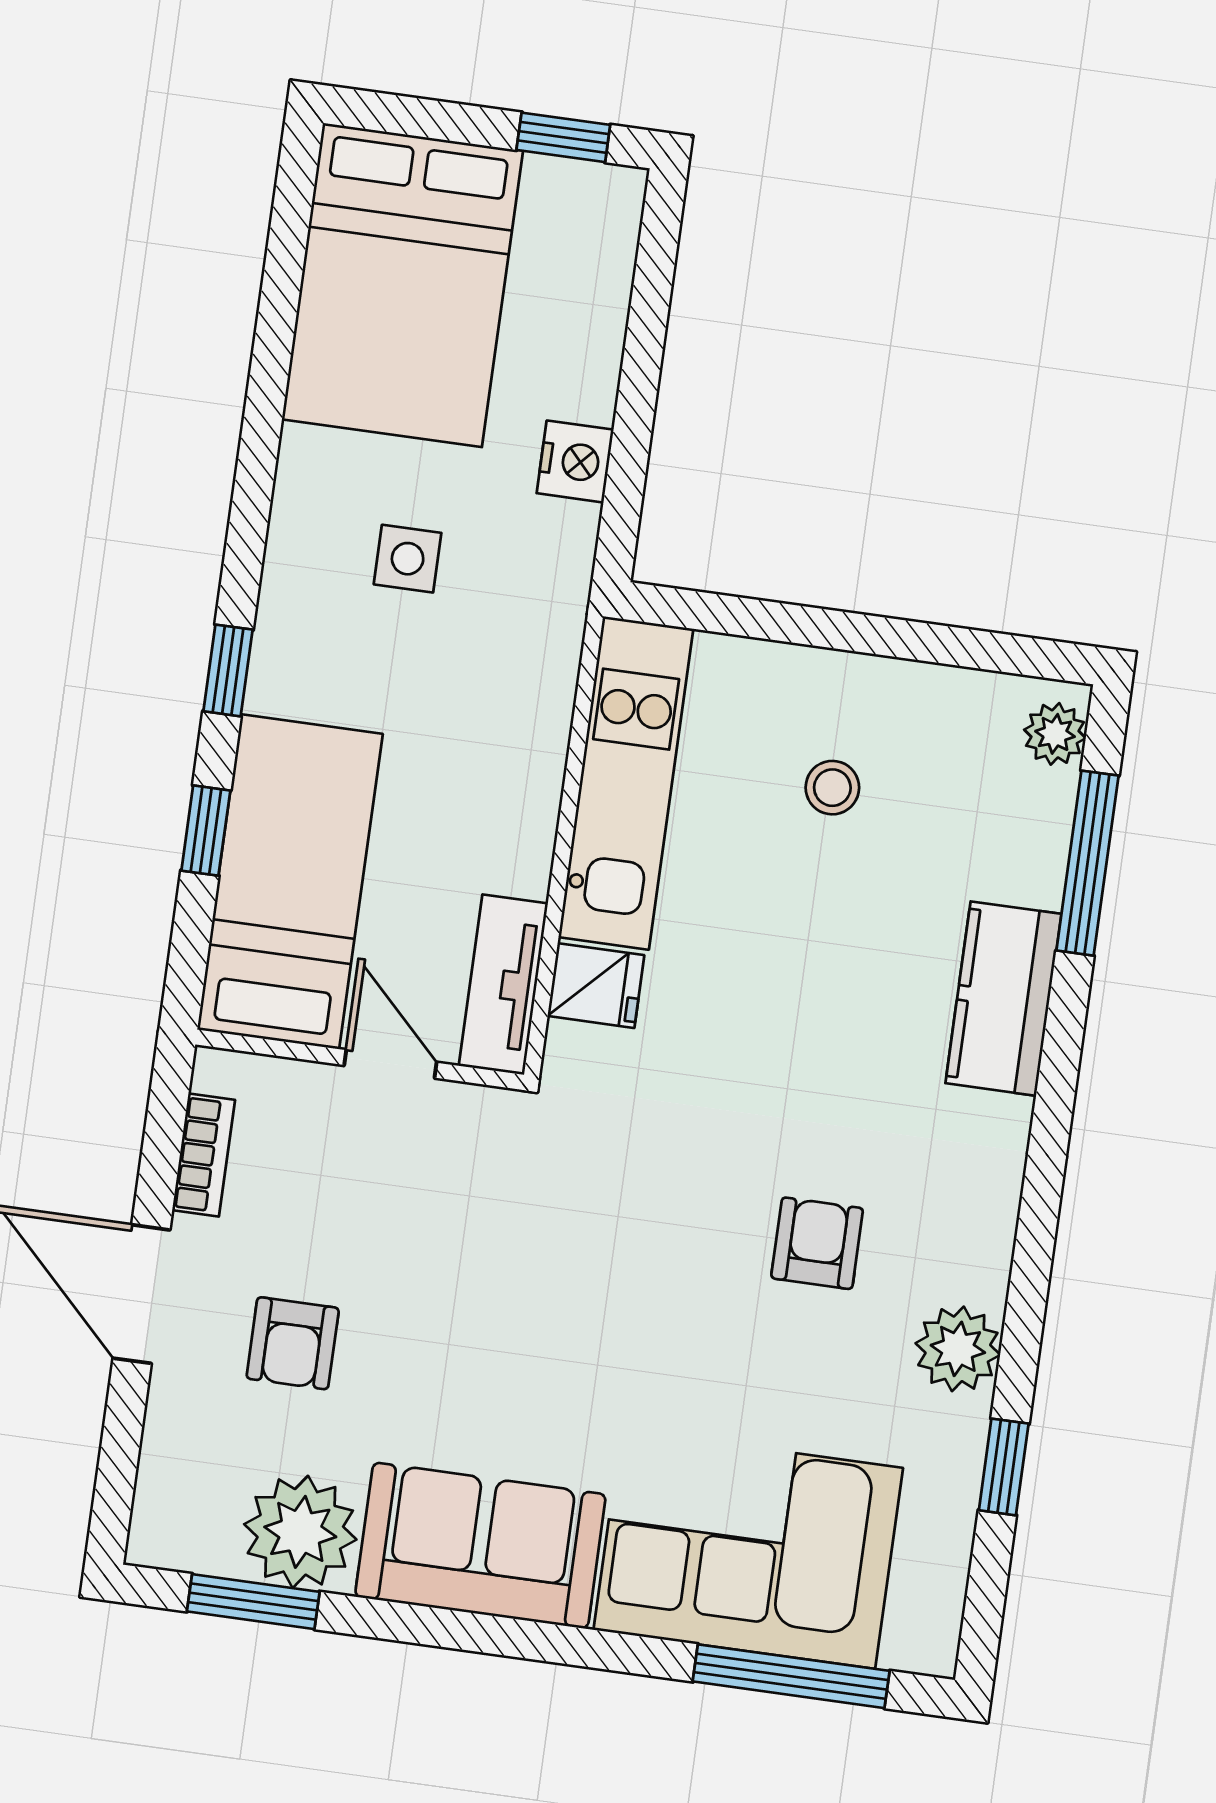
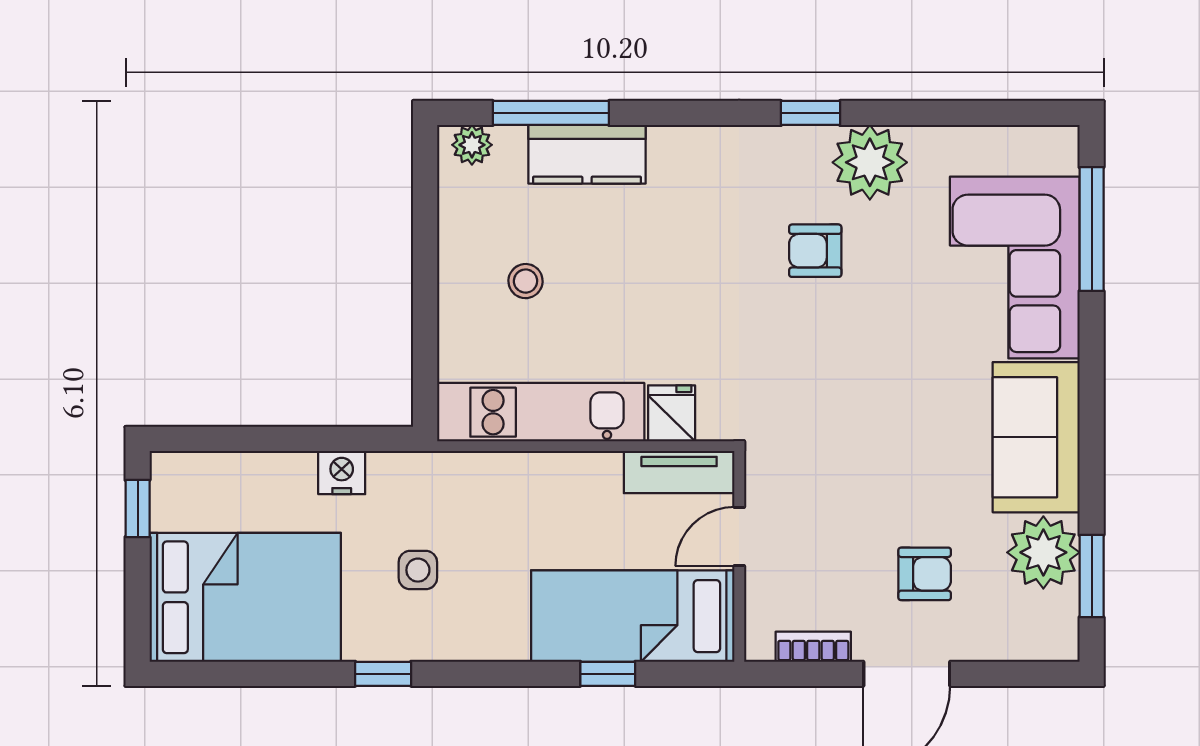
window: (228, 670) -> (383, 674), moved
kitchen counter: (1003, 999) -> (587, 154), moved
plant: (958, 1349) -> (870, 162), width x1.36, depth x1.36
window: (1004, 1467) -> (810, 113), moved

